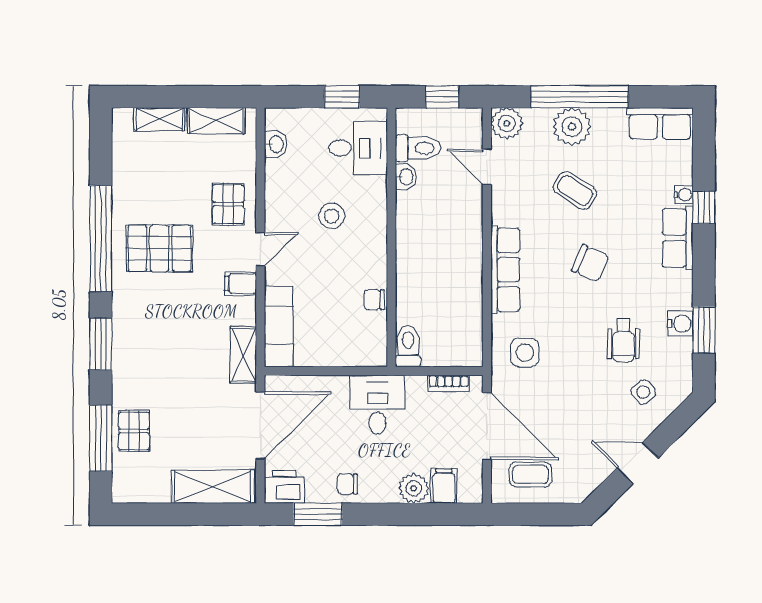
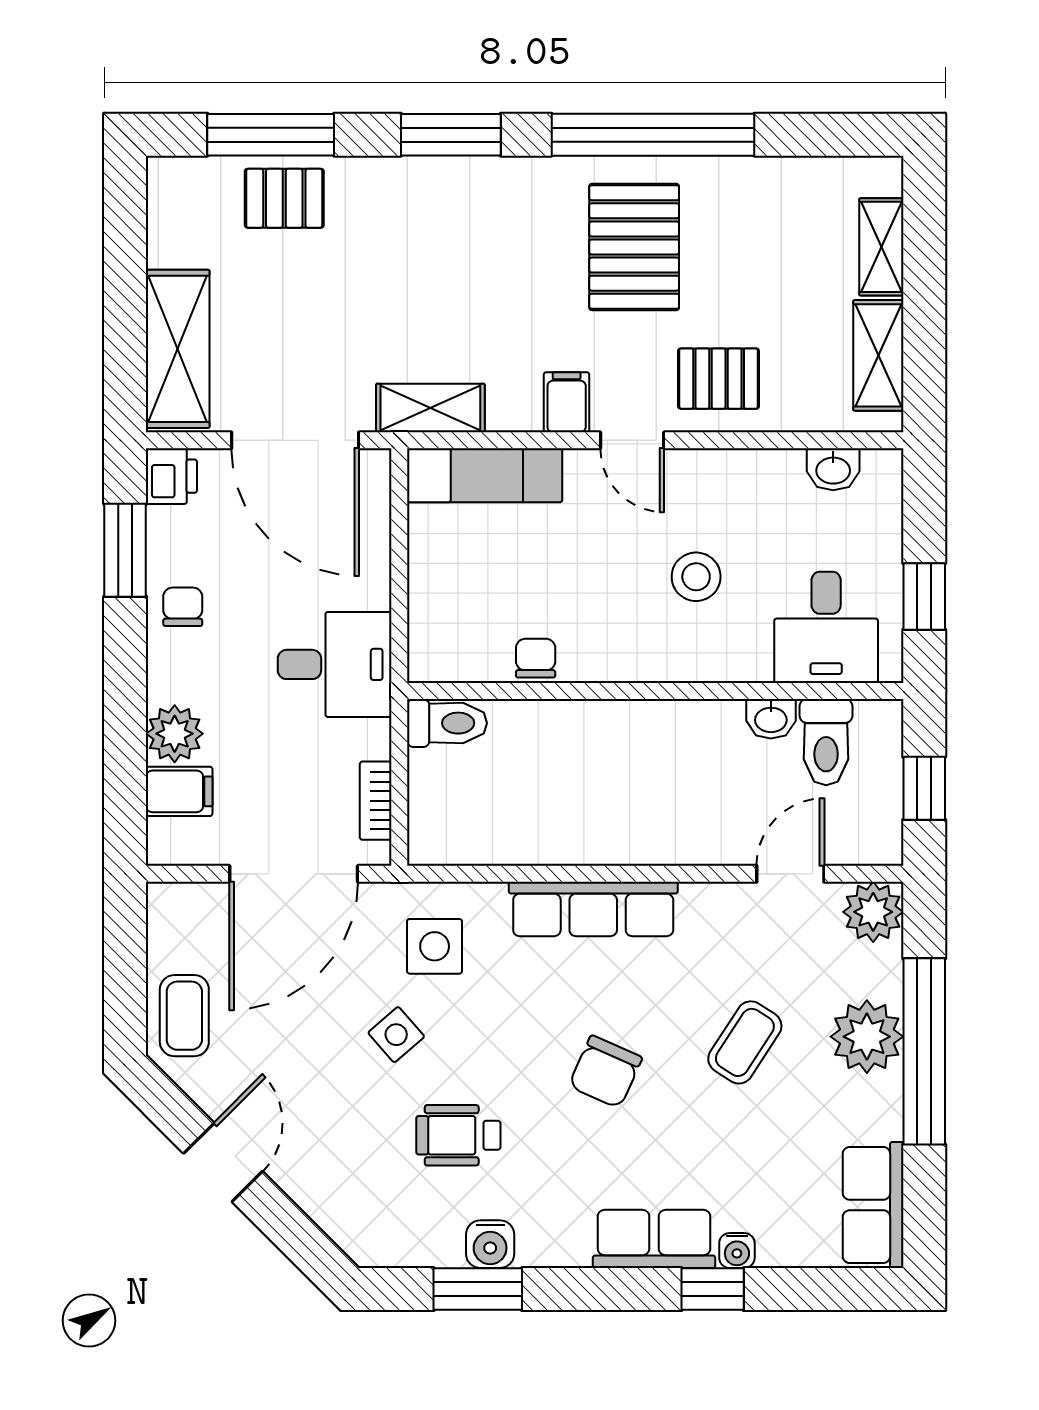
side table: (643, 392) -> (396, 1035), moved
coffee table: (530, 475) -> (184, 1016), moved
printer: (284, 487) -> (171, 476), width x0.73, depth x0.81

